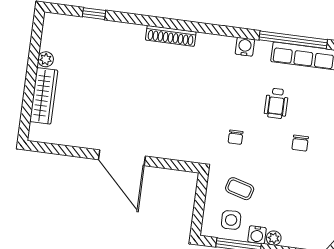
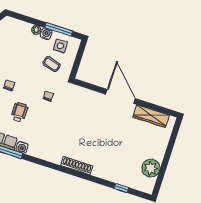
water cooler: (245, 47) -> (22, 147), moved
plant: (46, 59) -> (151, 168), width x1.88, depth x1.88
wardrobe: (44, 96) -> (151, 116), moved, turned -90

